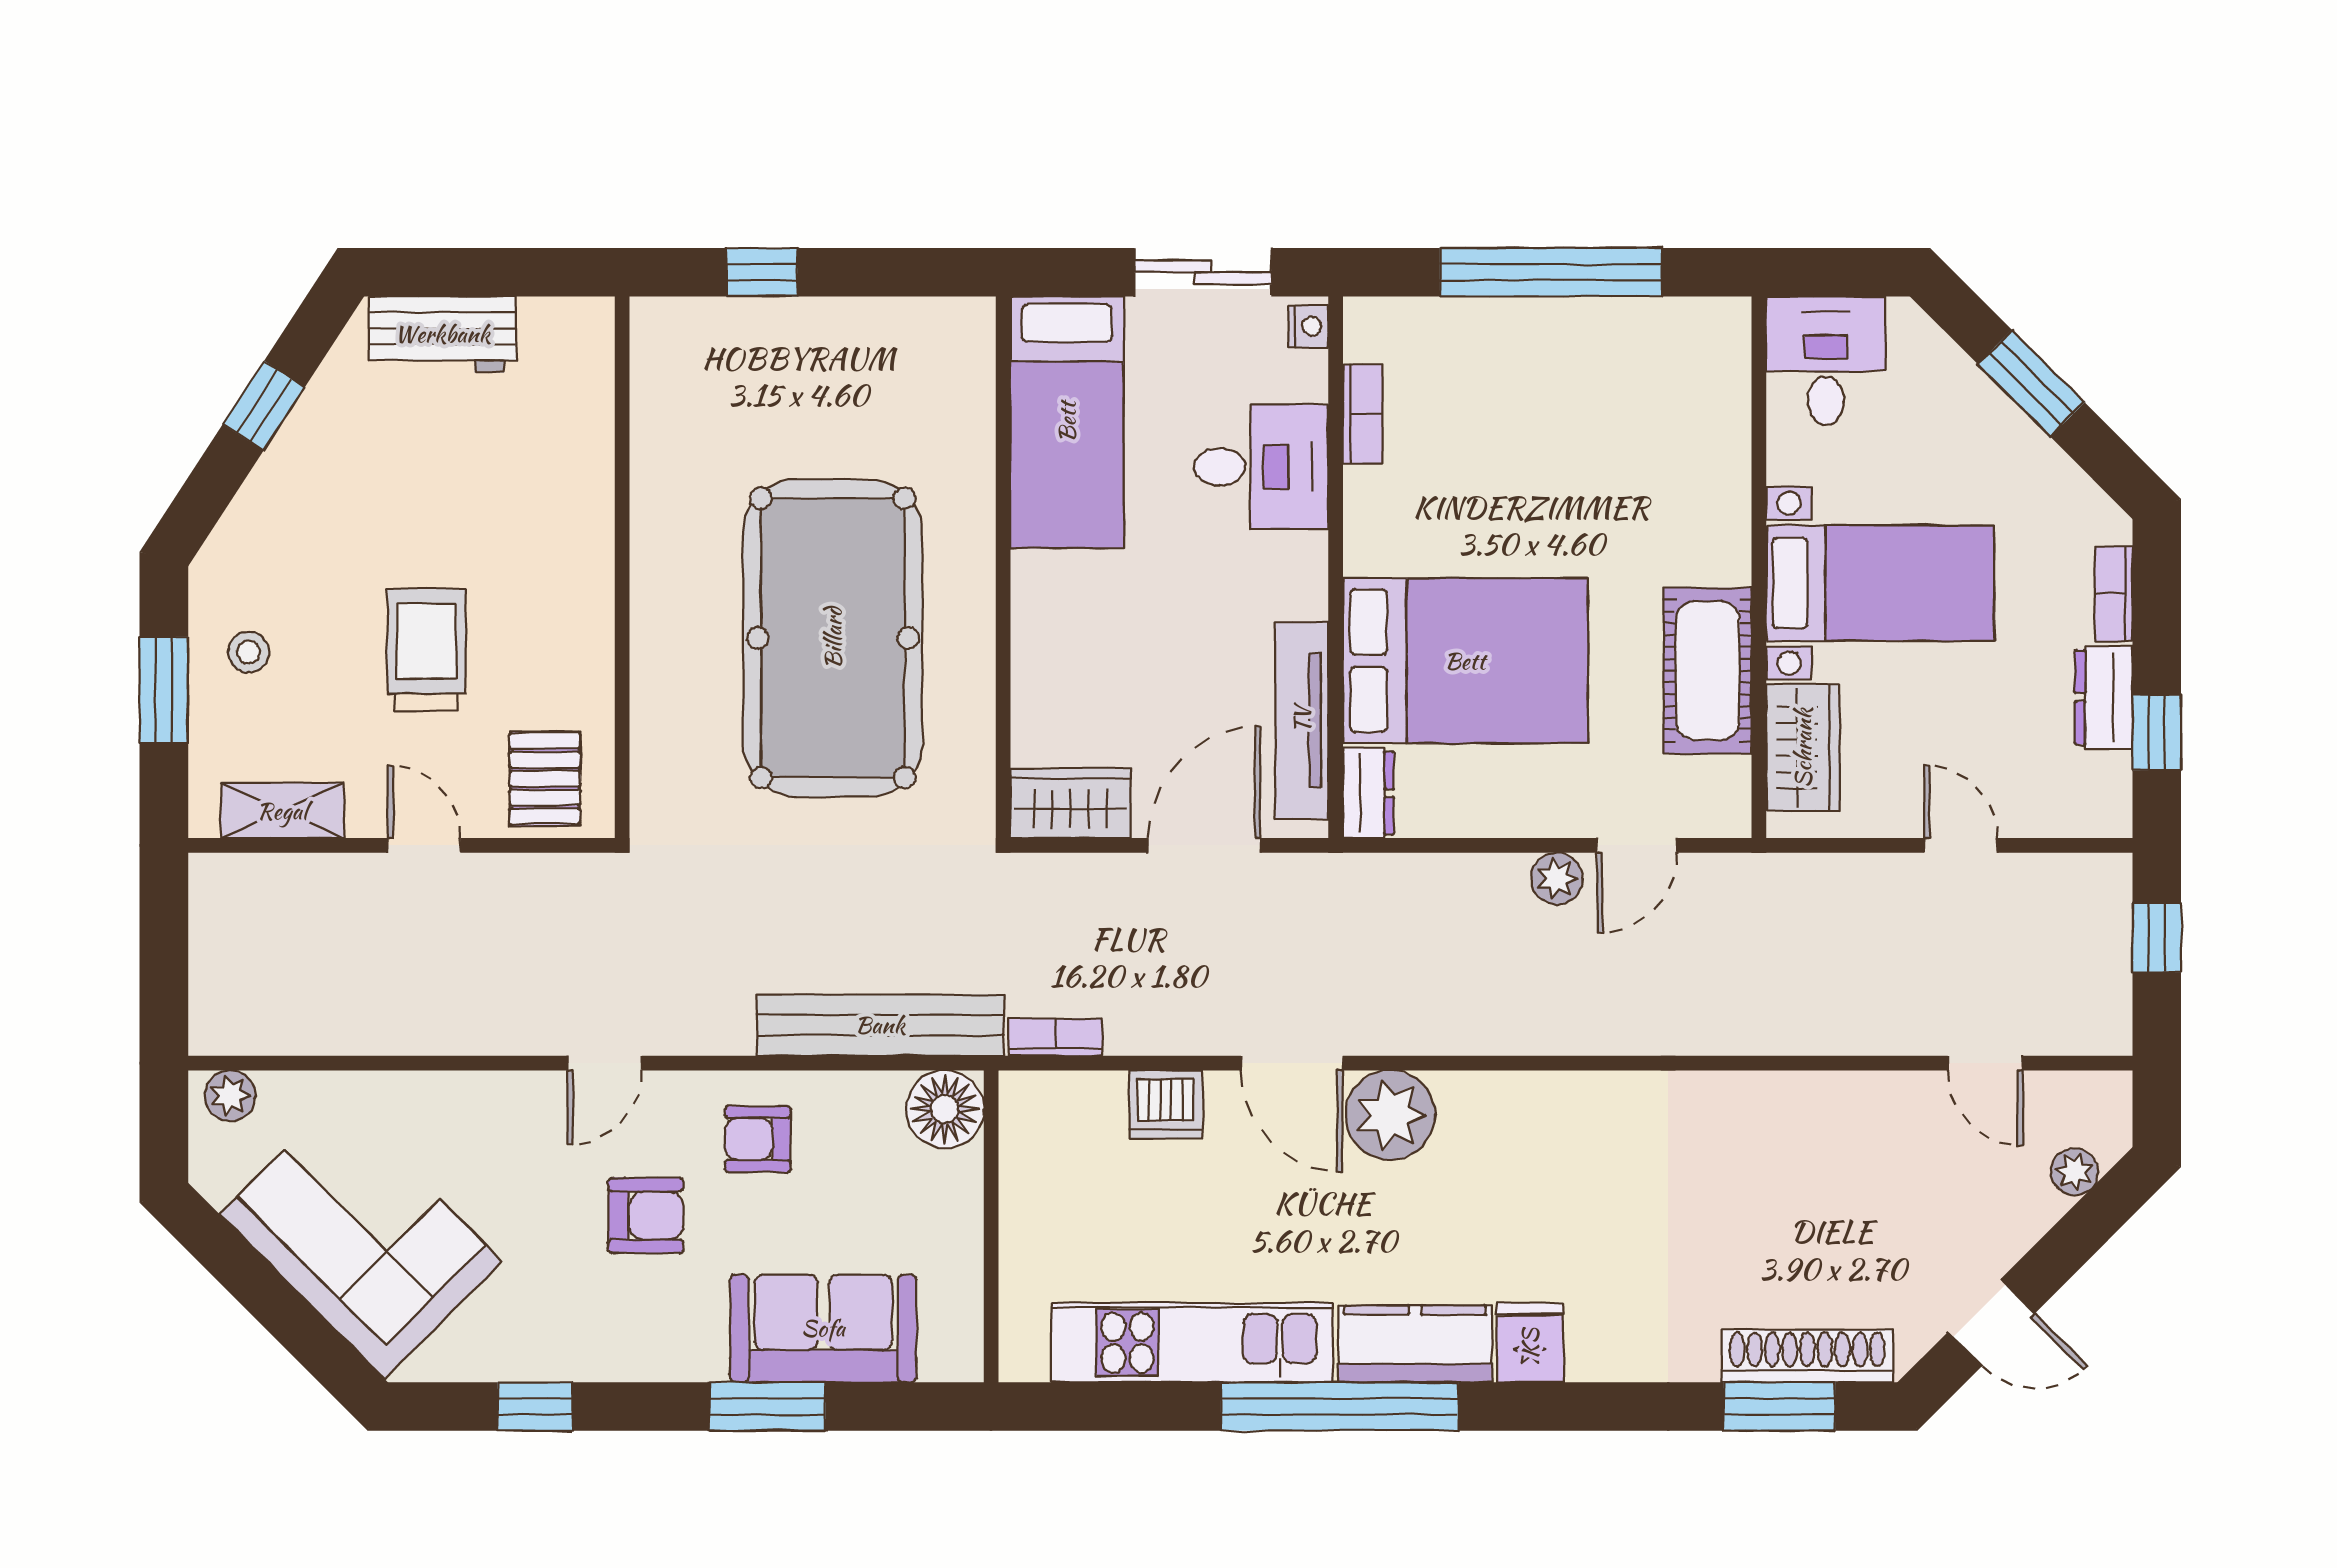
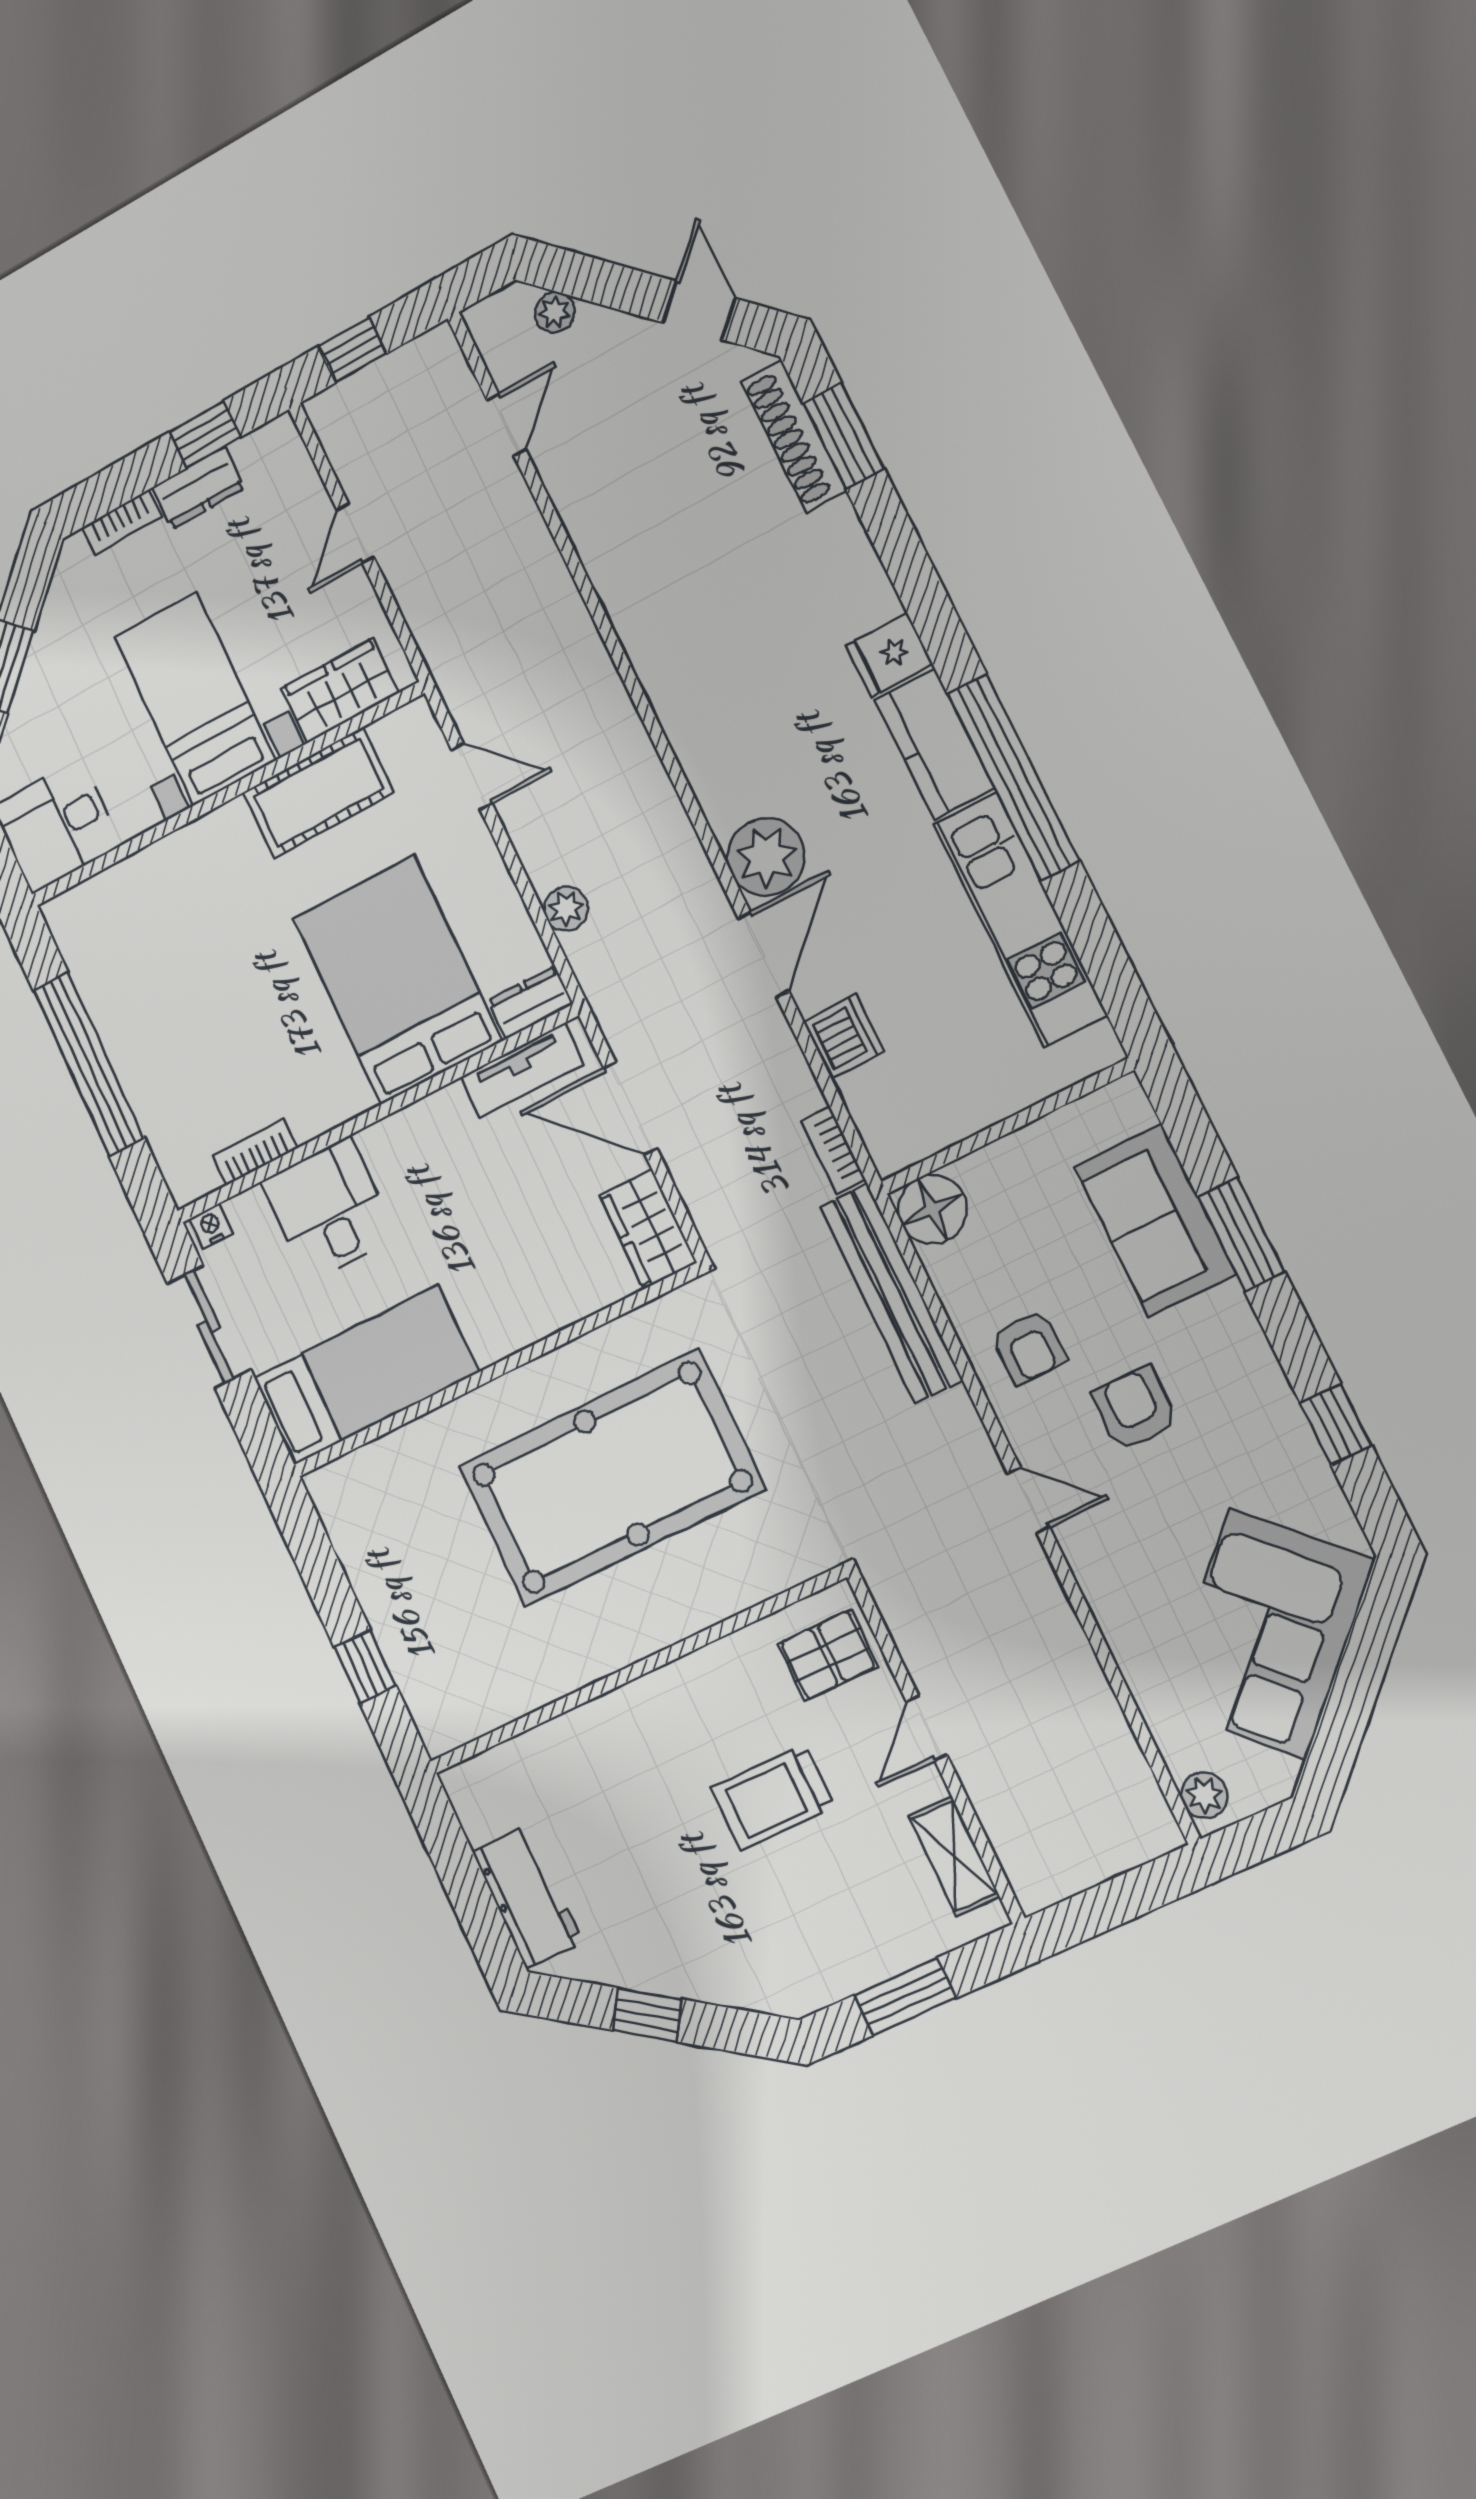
stool: (249, 652) -> (843, 1941), removed
tv unit: (1302, 720) -> (522, 1070), width x0.71
plant: (1557, 879) -> (566, 909), moved

